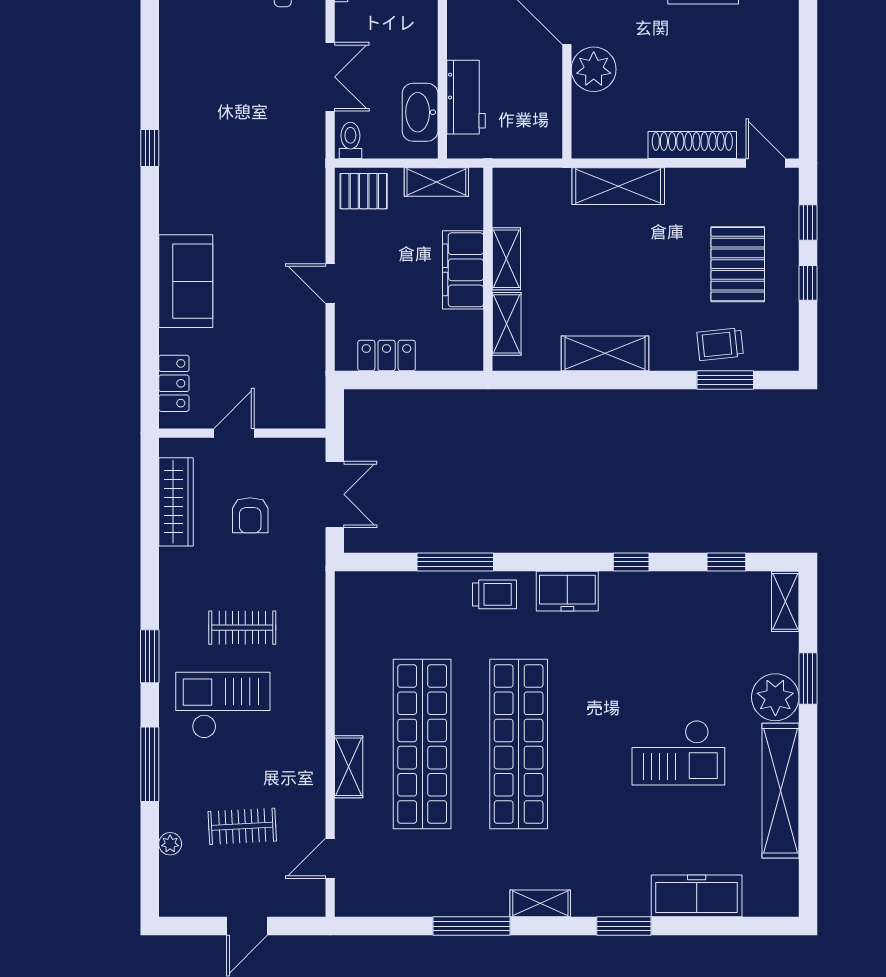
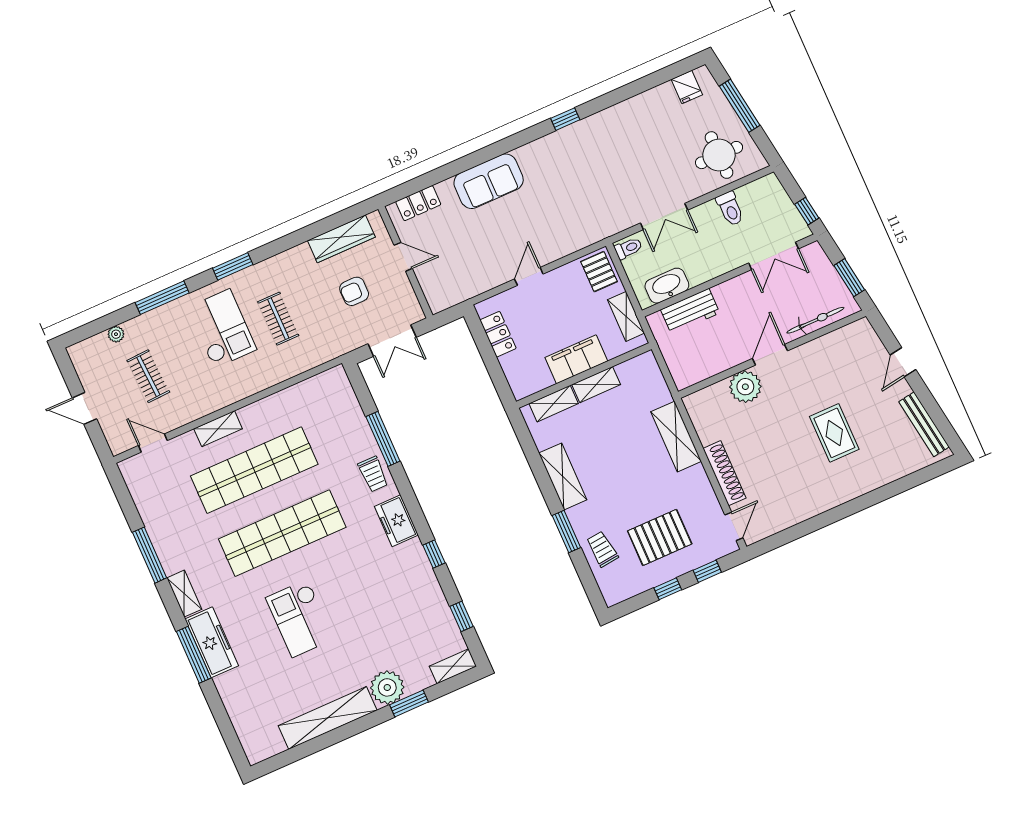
window: (725, 380) -> (566, 532), moved
checkout: (678, 753) -> (300, 618), moved
freezer: (697, 896) -> (212, 642), moved
window: (624, 926) -> (194, 655), width x1.44

